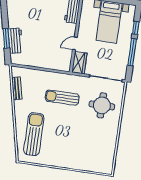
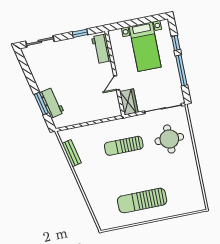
sun lounger: (34, 134) -> (142, 201), moved, turned -90

